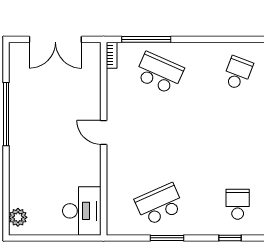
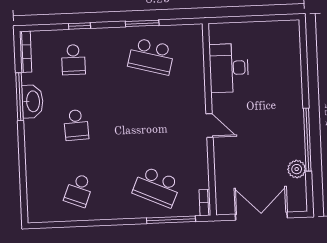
school desk: (238, 139) -> (76, 125), added
school desk: (159, 204) -> (151, 56), turned 39
desk: (82, 211) -> (229, 68), moved
plant: (18, 217) -> (297, 169), moved

